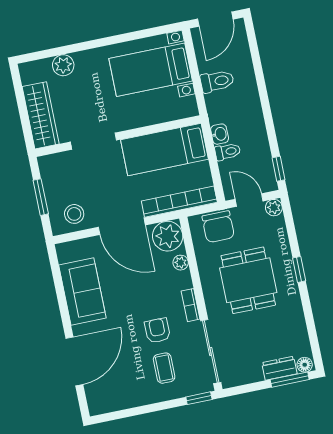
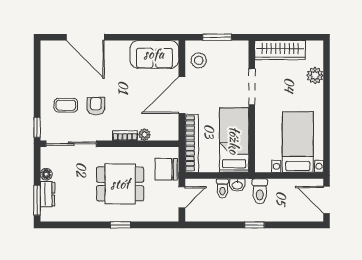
toilet: (217, 81) -> (260, 191), moved
window: (279, 169) -> (254, 225), moved
plant: (274, 208) -> (172, 215), removed
plant: (168, 236) -> (167, 129), removed
sofa: (82, 291) -> (154, 54), moved
bookcase: (191, 305) -> (125, 136), moved
armchair: (157, 330) -> (96, 106), turned -90
floor lamp: (305, 365) -> (46, 174), moved

